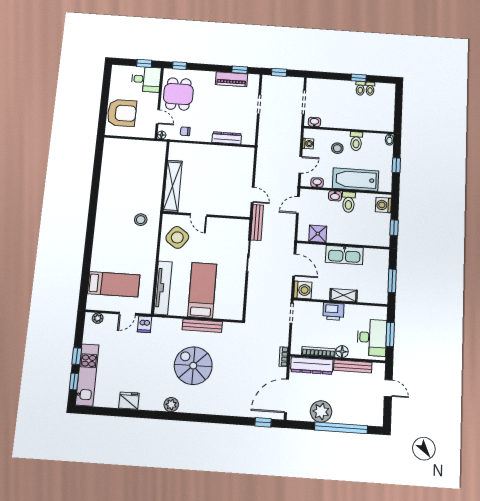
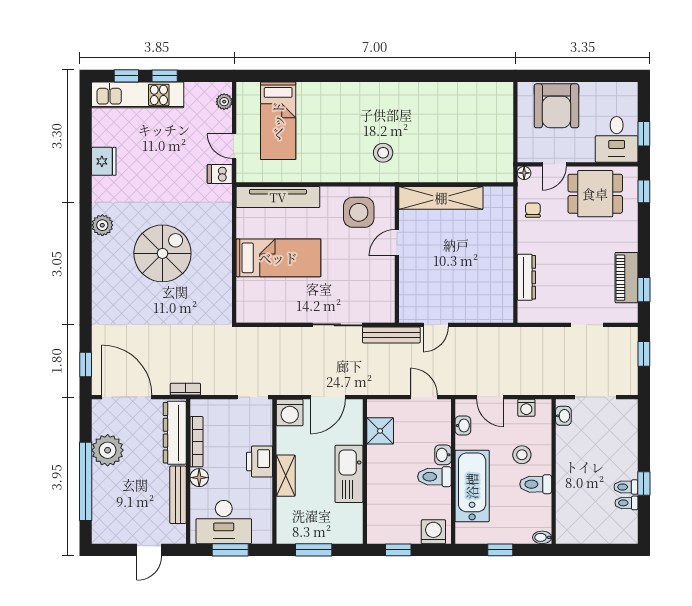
side table: (177, 237) -> (359, 212), turned -36
bench: (202, 326) -> (224, 262), removed

